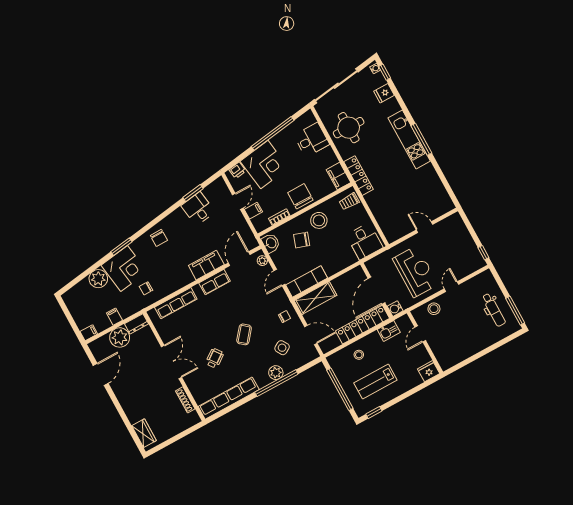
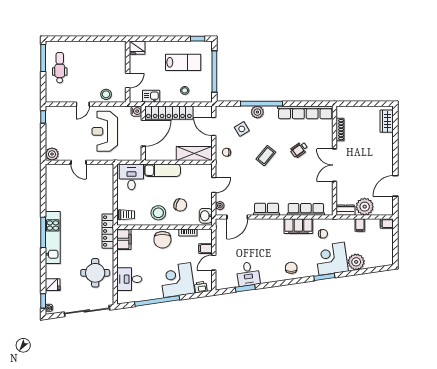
plant: (455, 221) -> (52, 154), added
filing cabinet: (206, 265) -> (298, 226), moved
exam couch: (307, 281) -> (162, 170), moved

